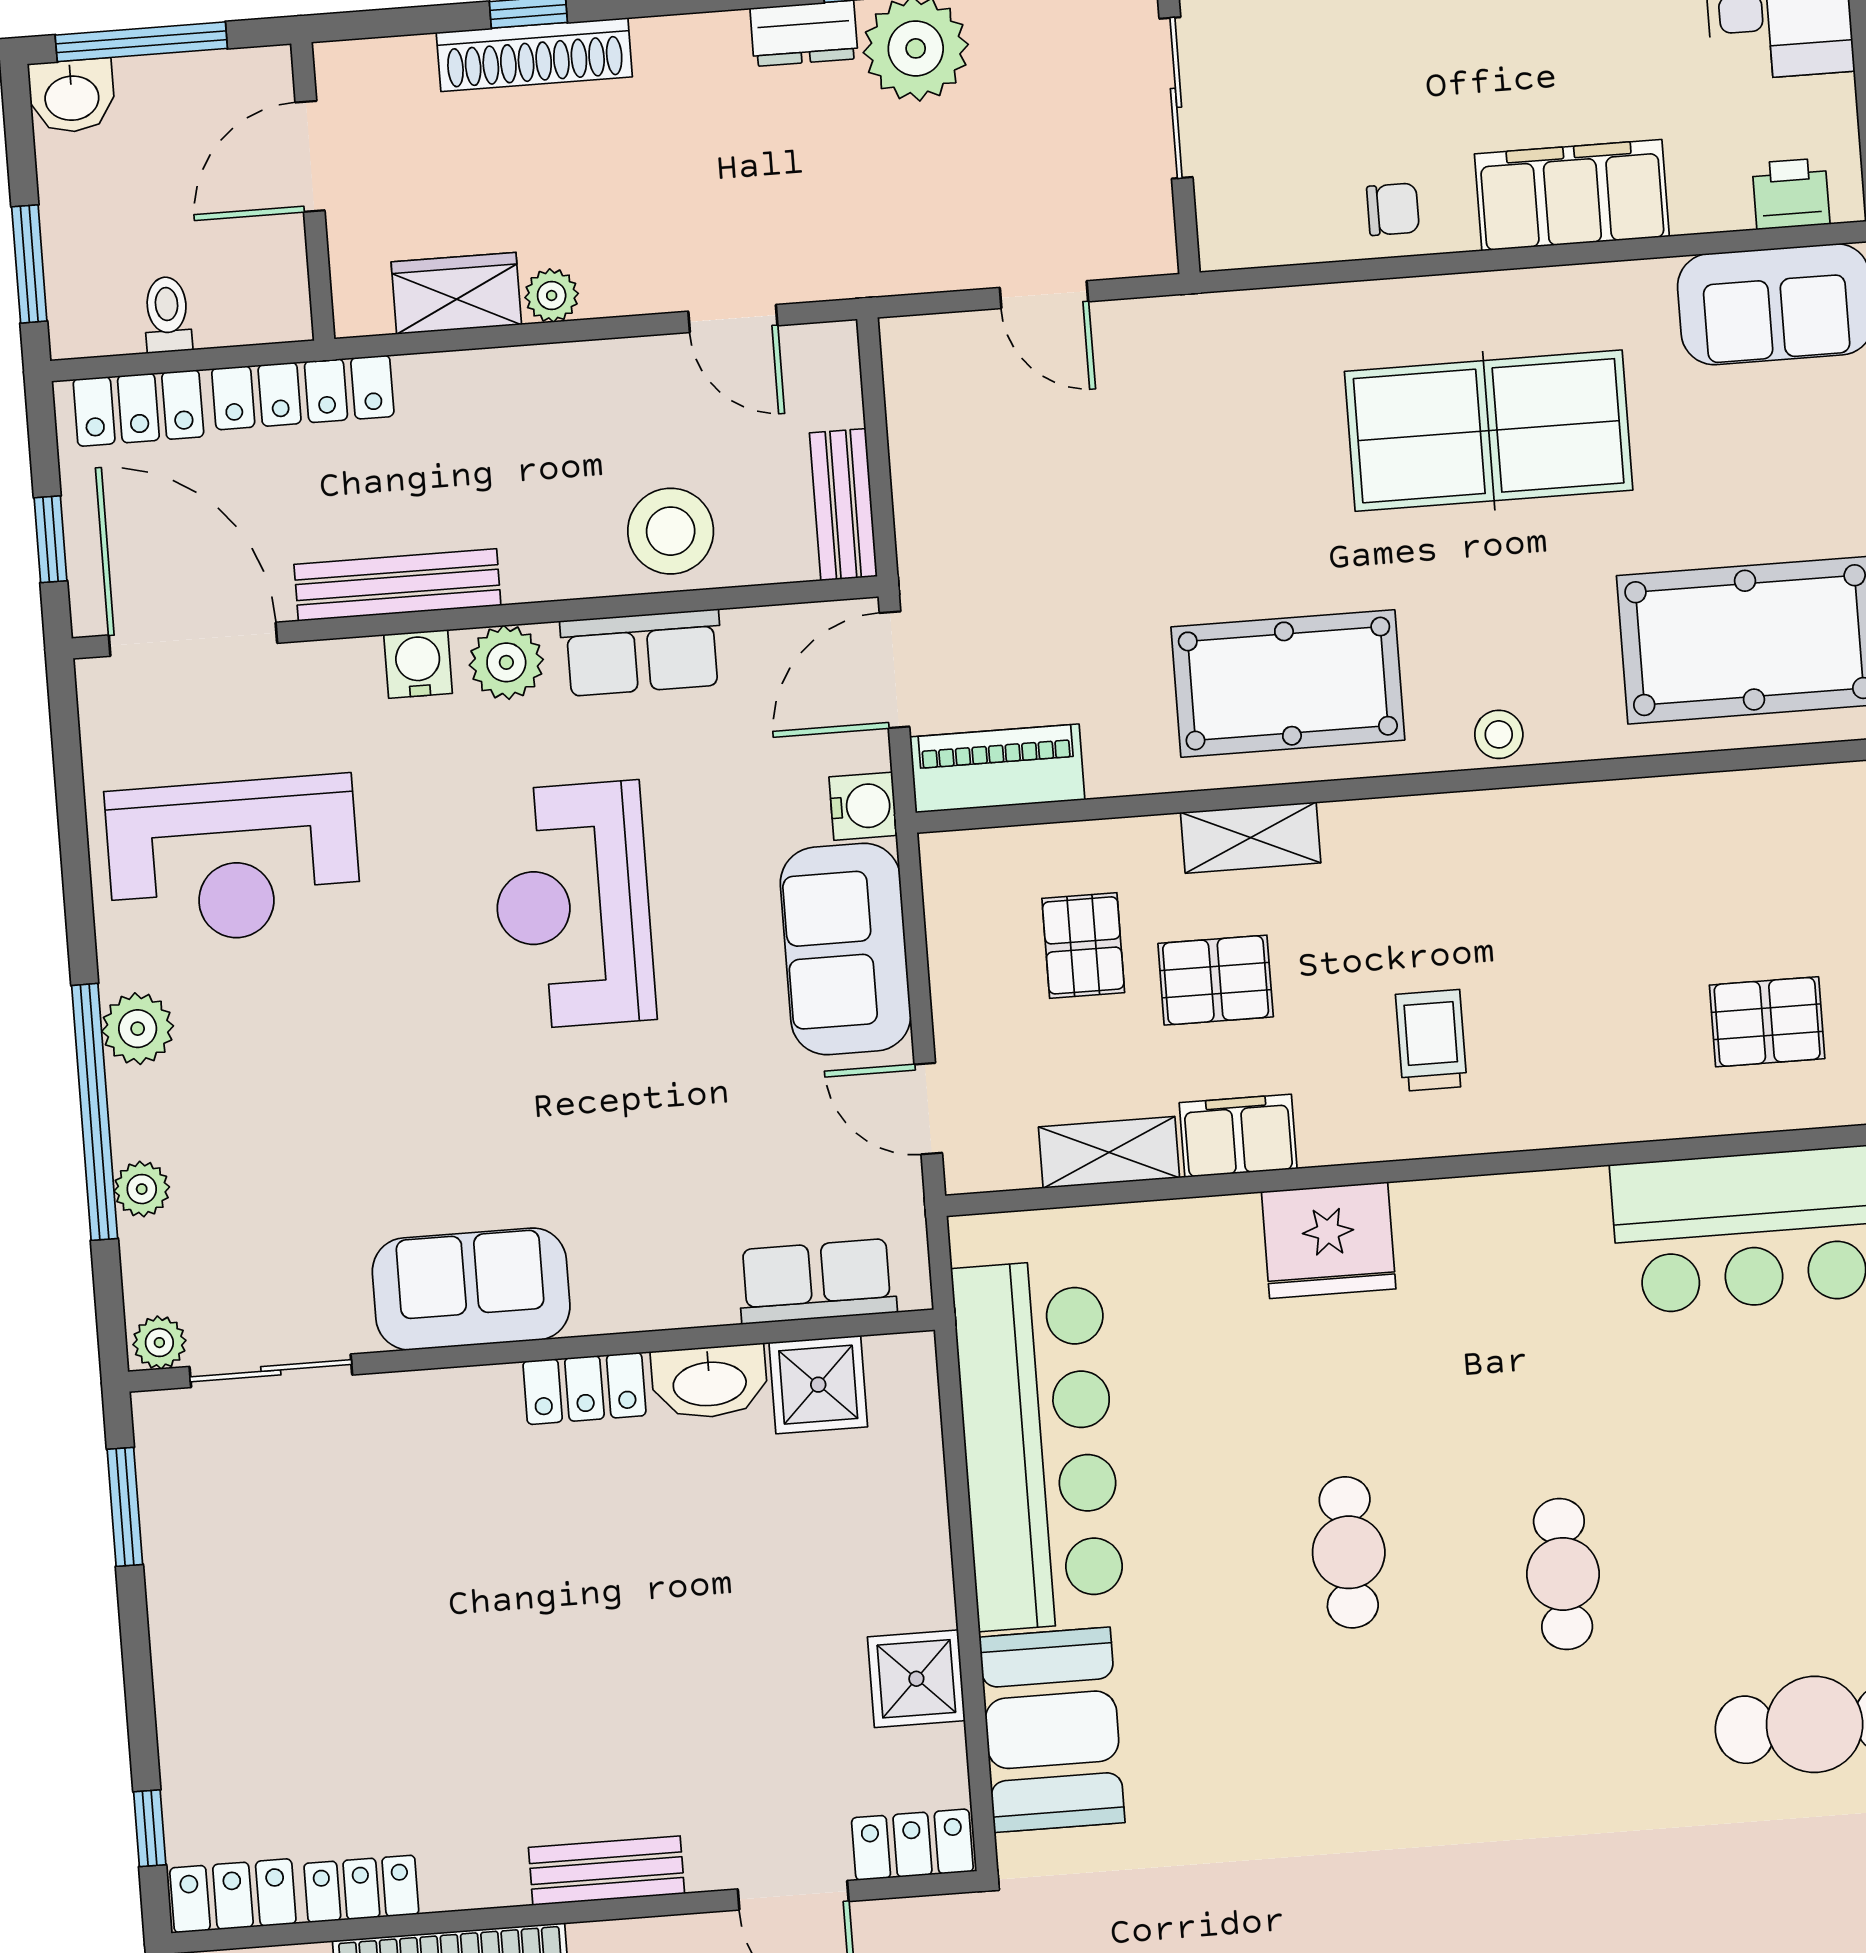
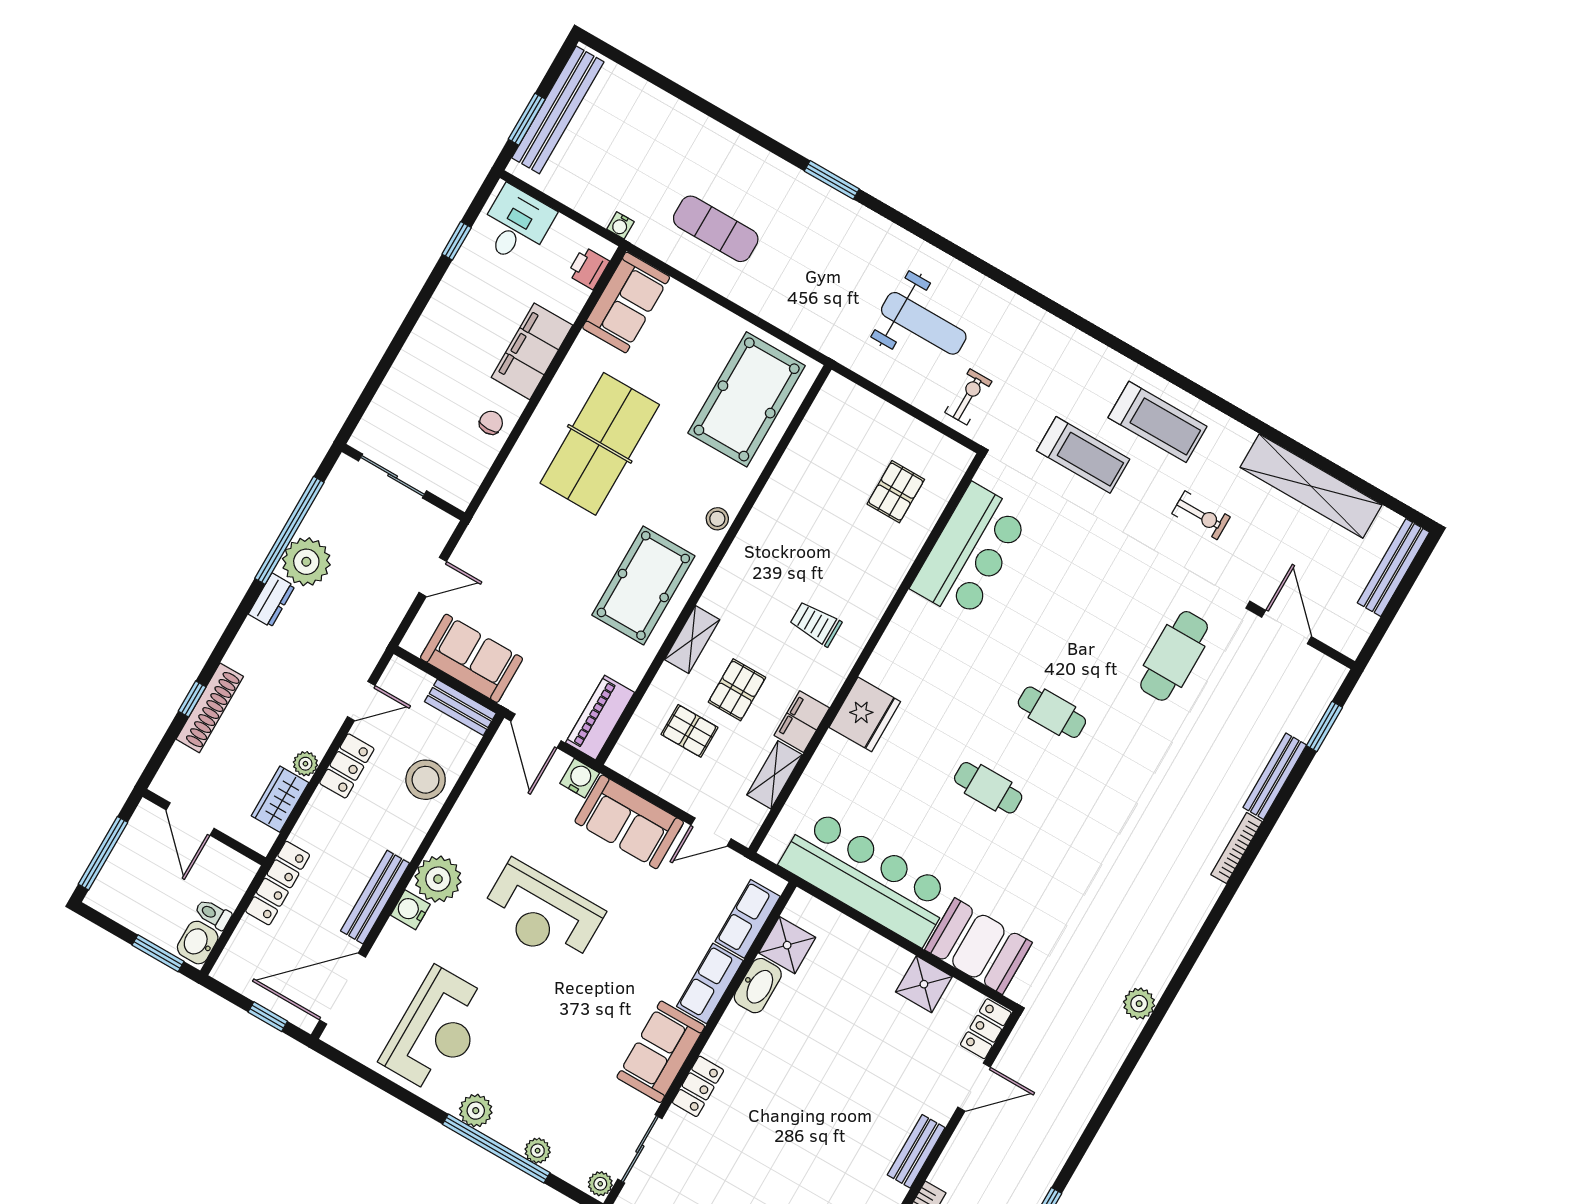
washbasin: (72, 96) -> (198, 943), moved, turned 180
locker: (138, 408) -> (347, 766), moved
sofa: (945, 464) -> (471, 658), added
row of seats: (642, 653) -> (710, 984), moved, turned 180
plant: (506, 662) -> (438, 879), width x1.36, depth x1.36
locker: (584, 1388) -> (698, 1086), moved

